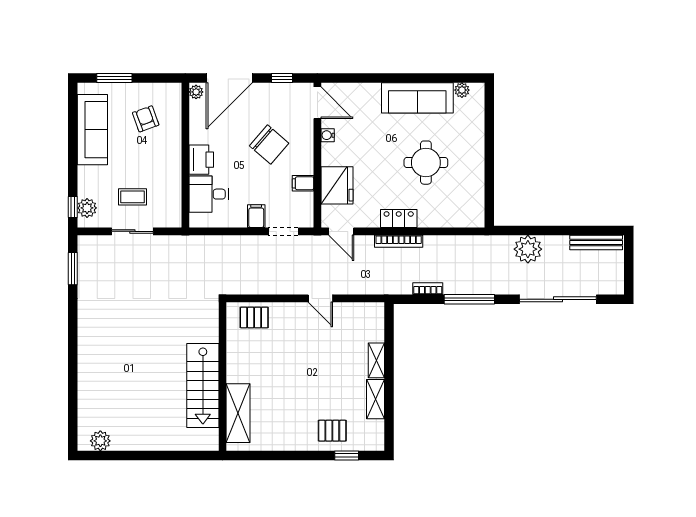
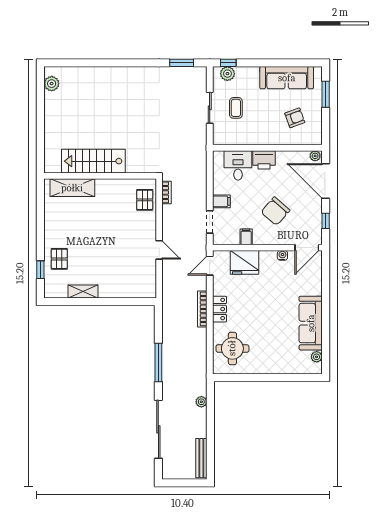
round table: (426, 163) -> (232, 348), moved
plant: (528, 249) -> (201, 402), width x0.53, depth x0.53
bookcase: (428, 289) -> (166, 192), moved
door: (320, 298) -> (159, 250), swing flipped
shelving: (376, 360) -> (112, 292), removed

